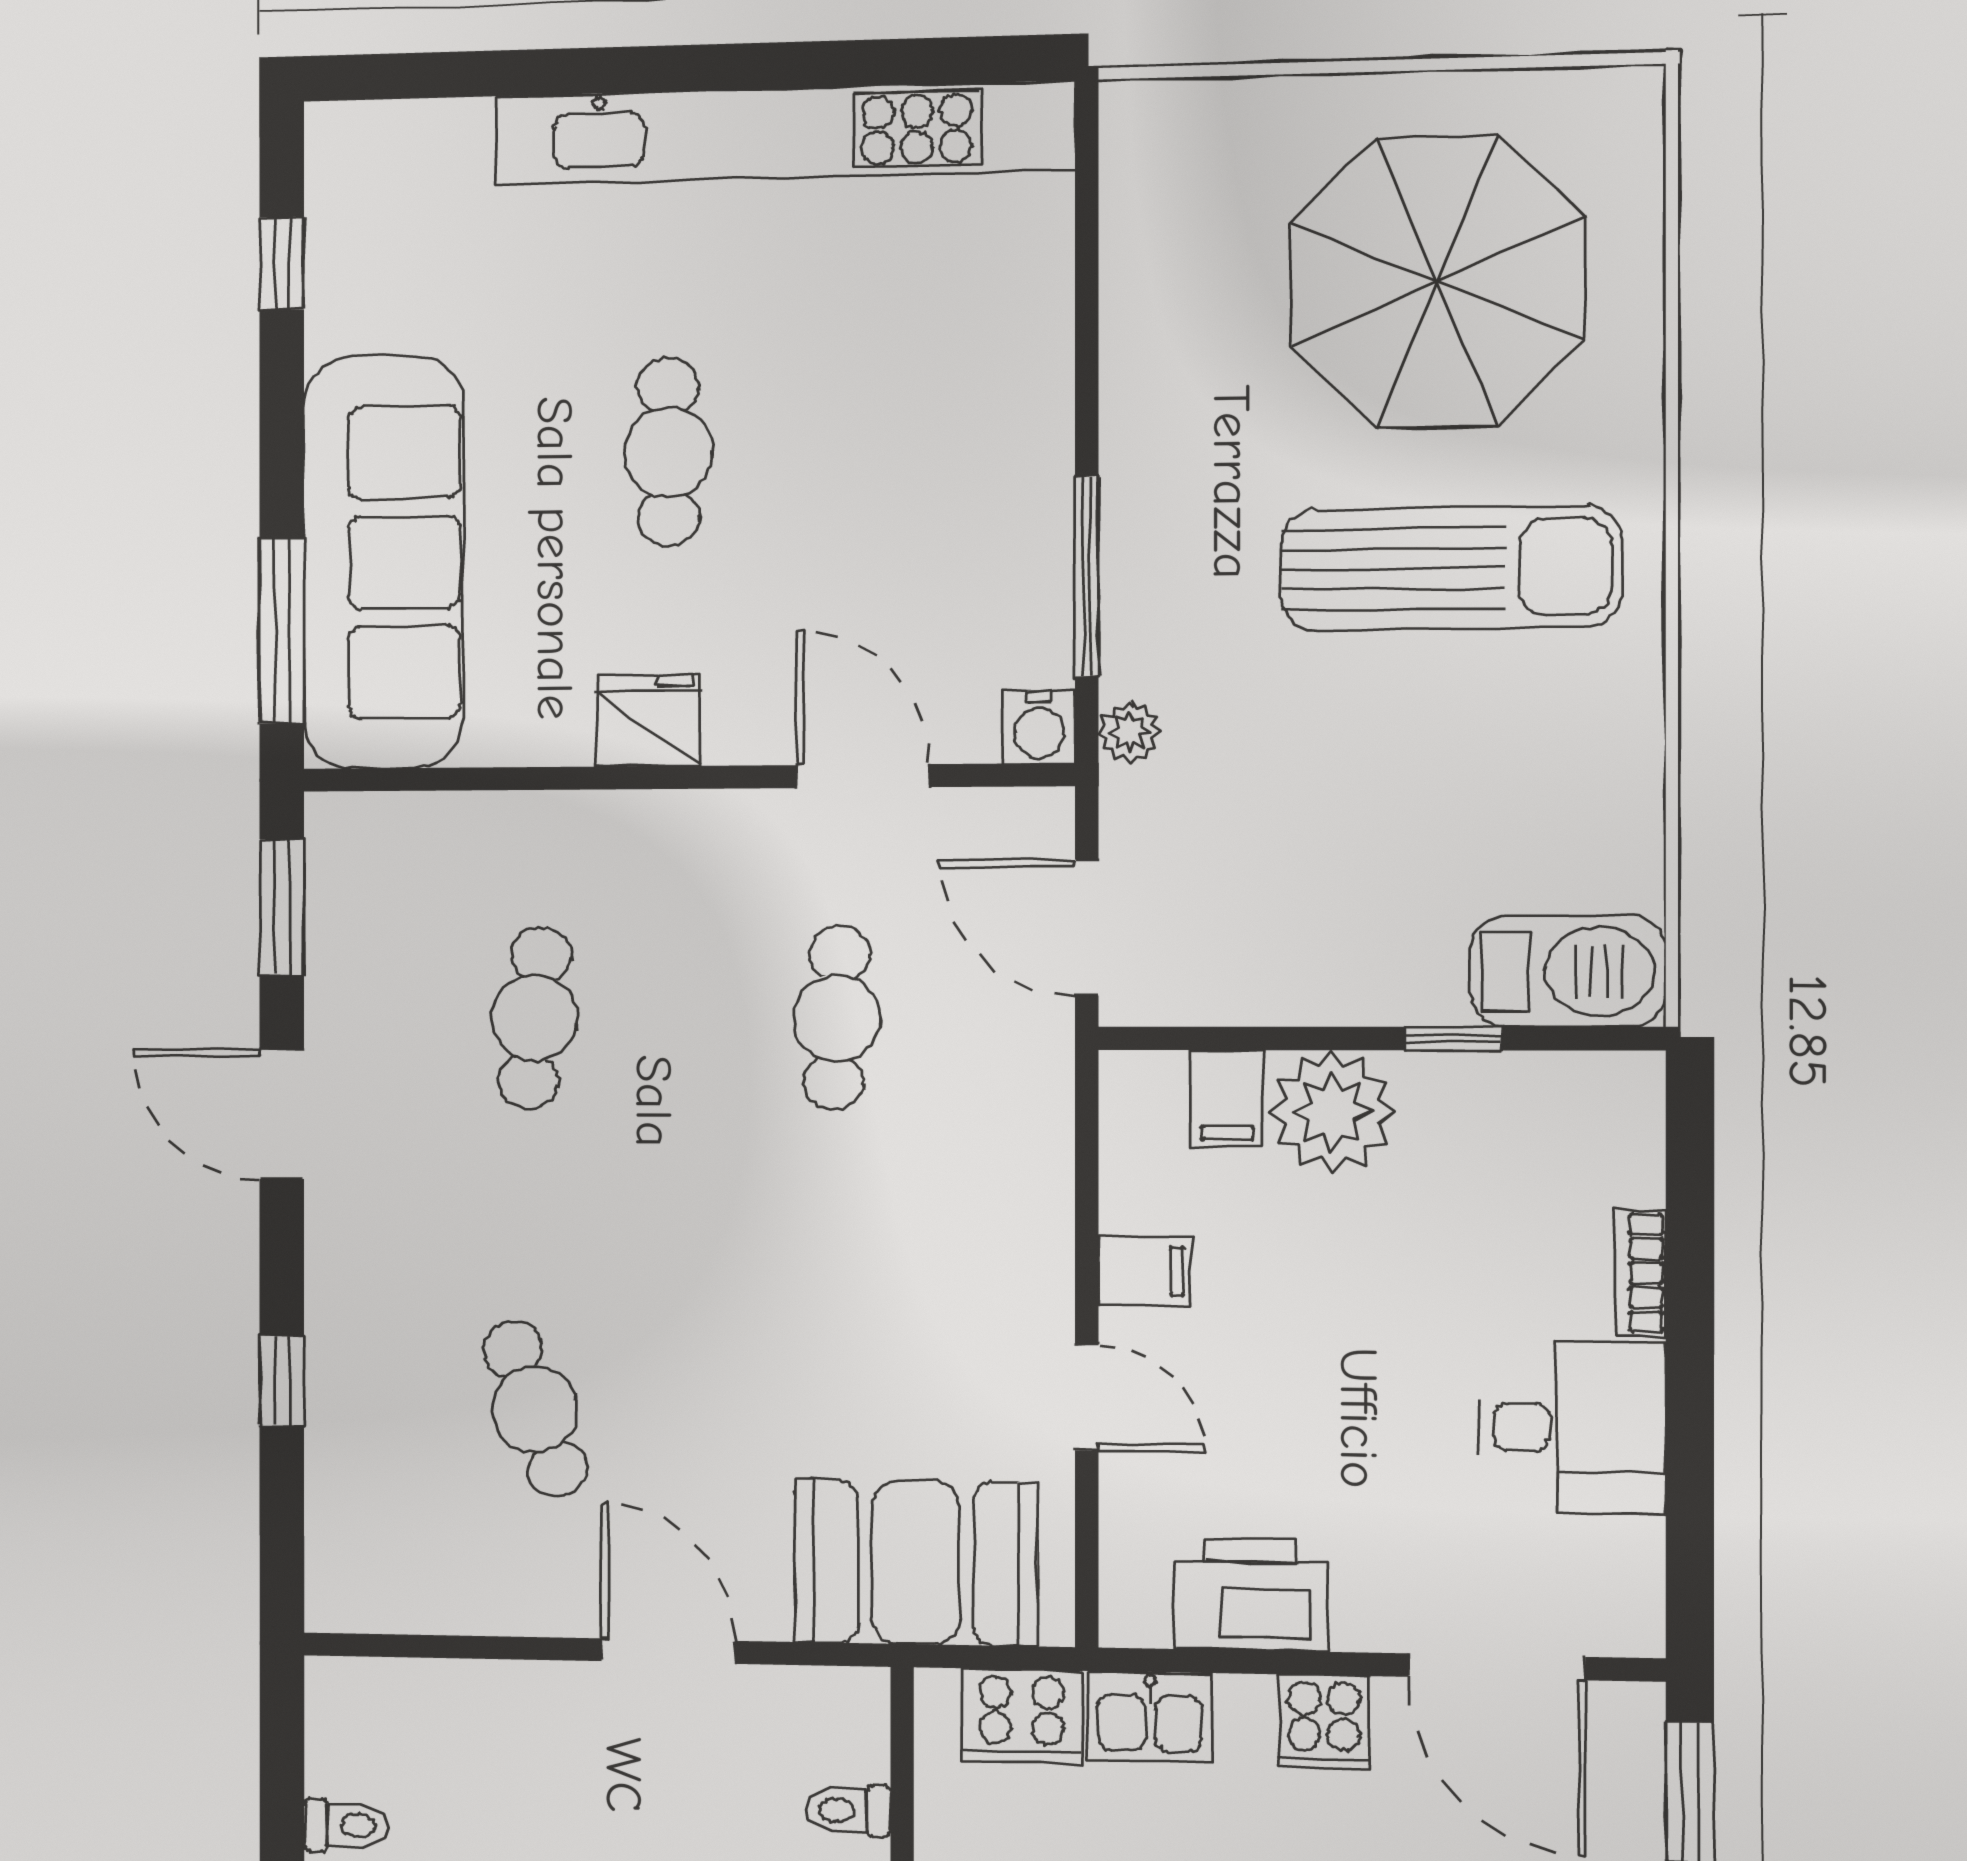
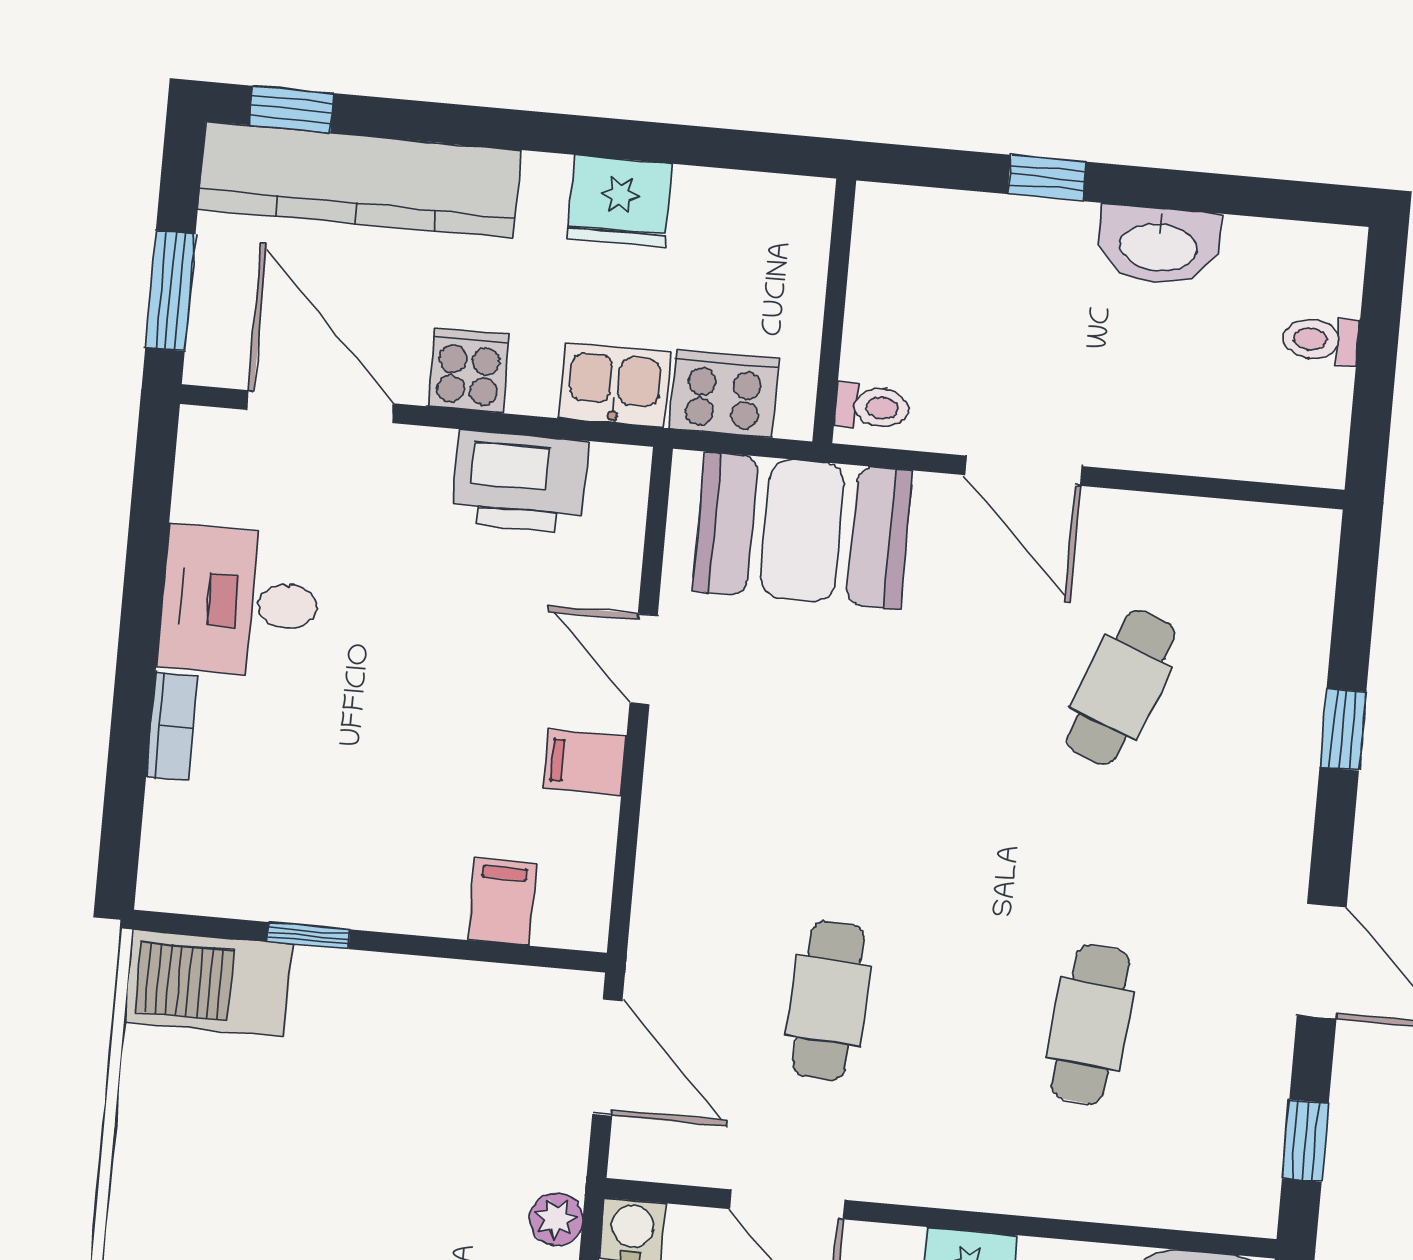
window: (282, 907) -> (1305, 1141), width x0.67
plant: (1332, 1112) -> (415, 883), removed
cafe table: (535, 1409) -> (1121, 687), turned 42
toilet: (848, 1810) -> (872, 407), moved

